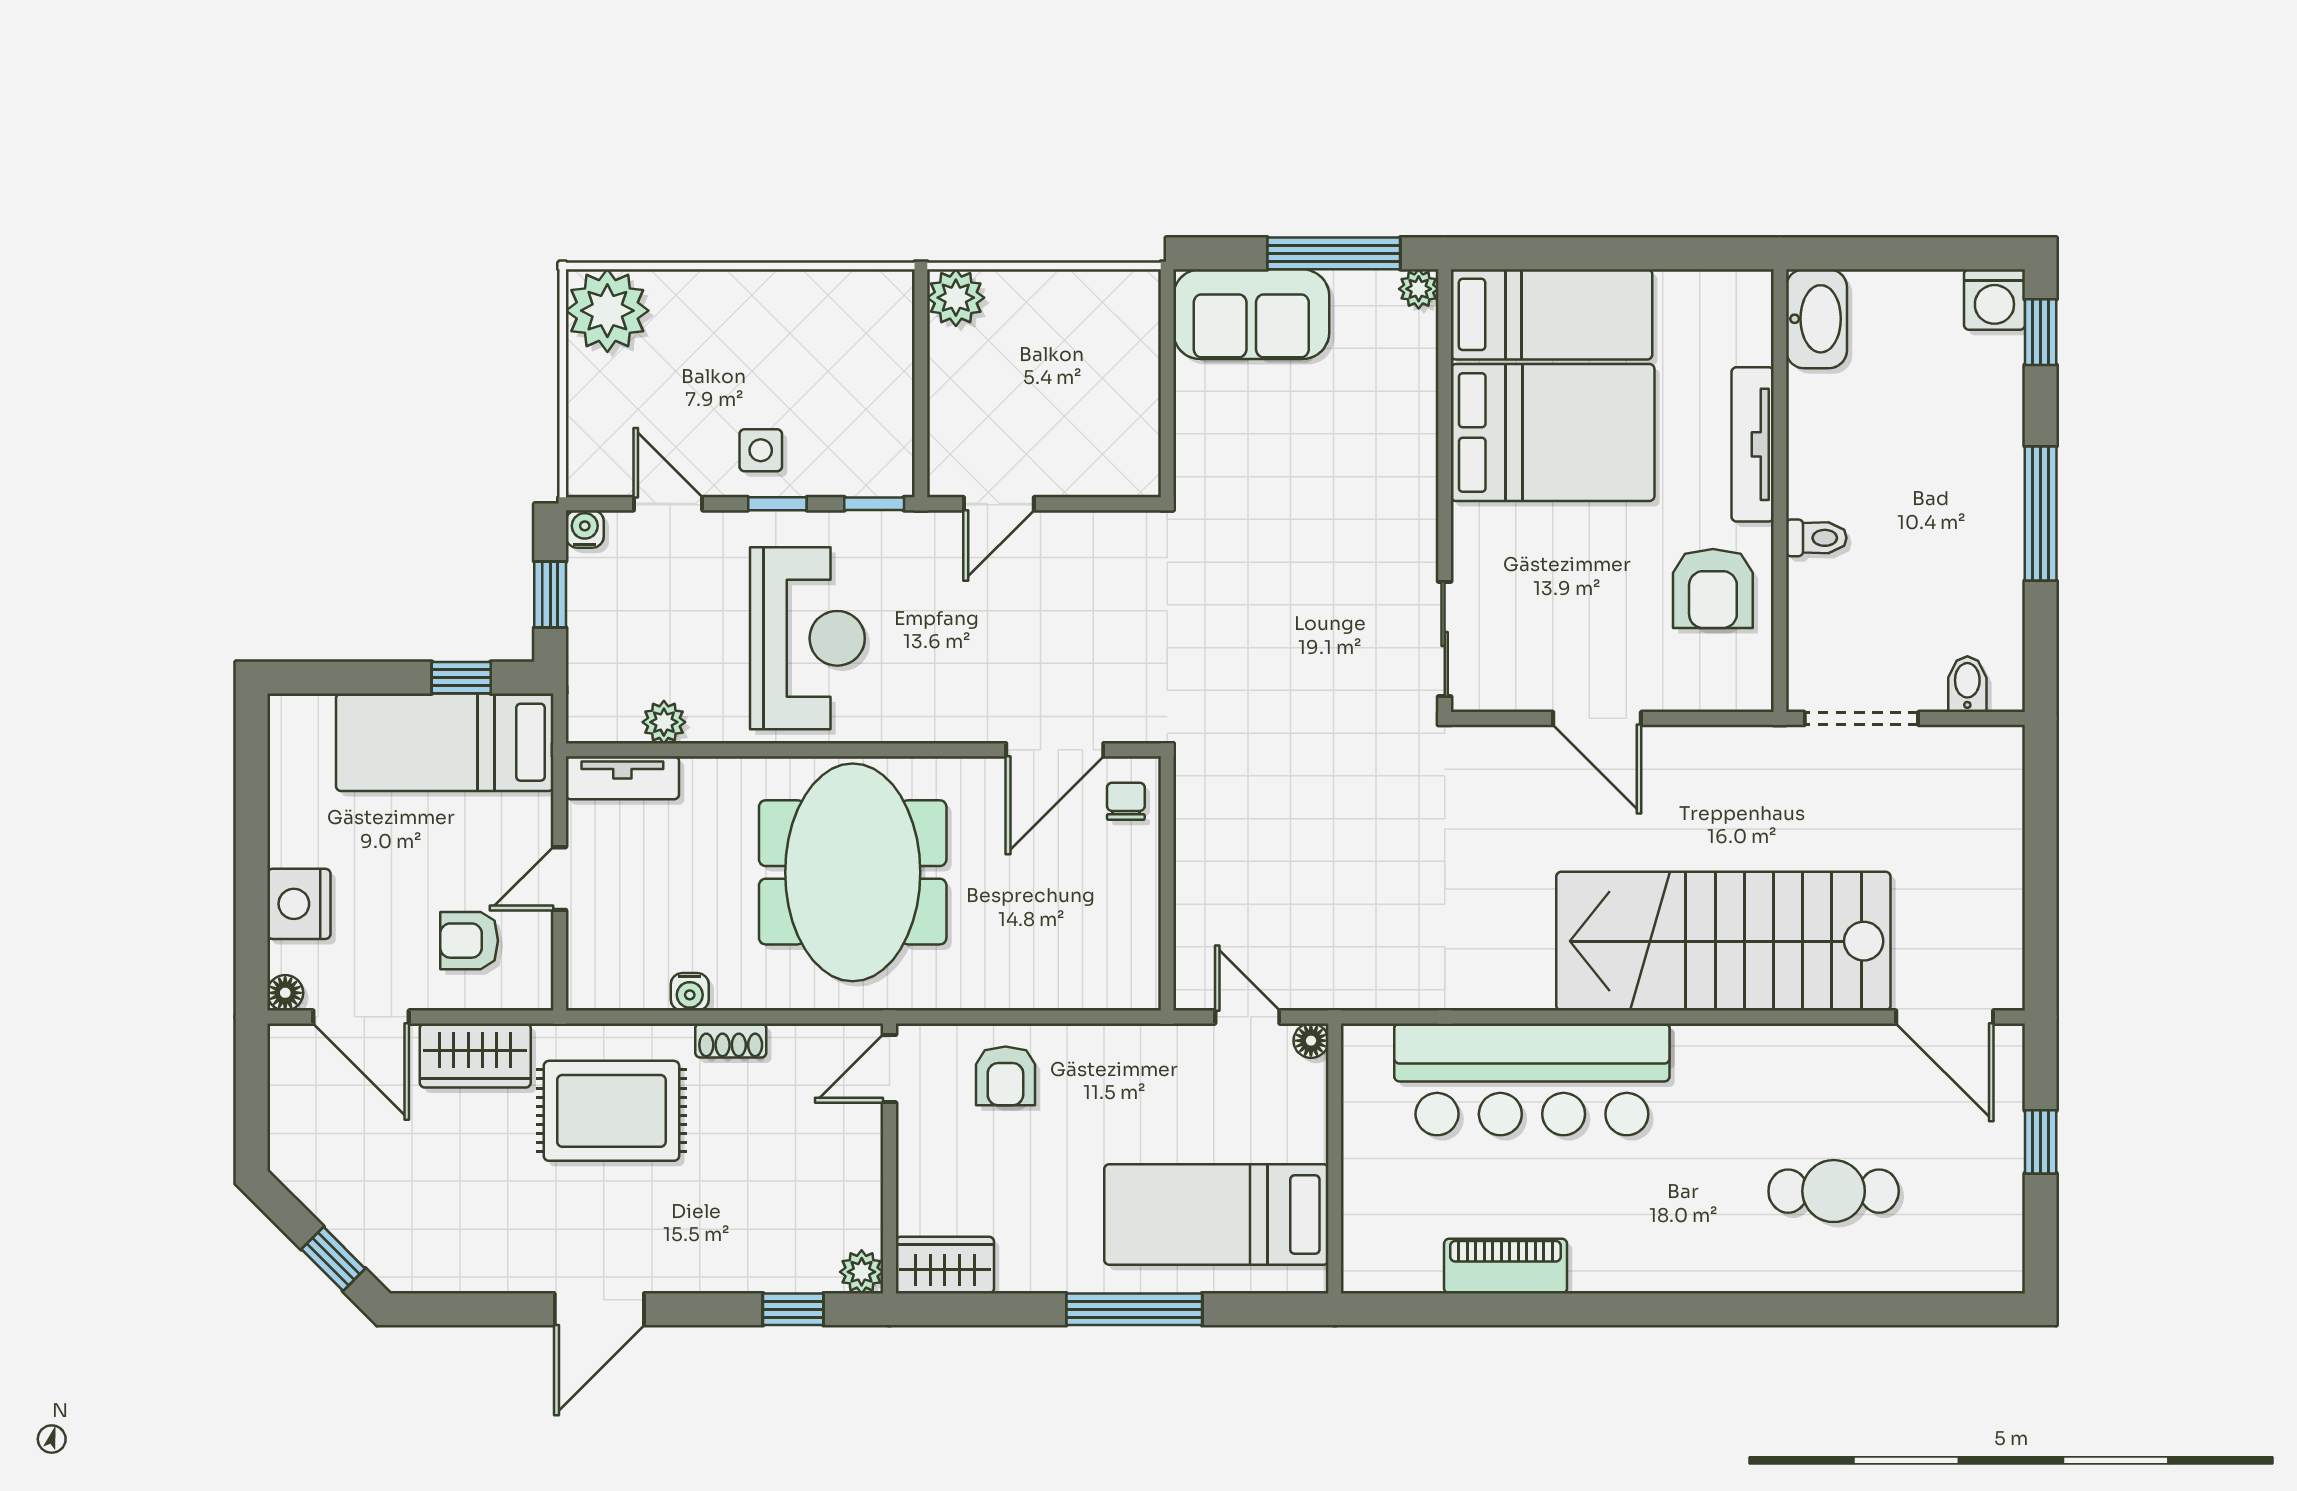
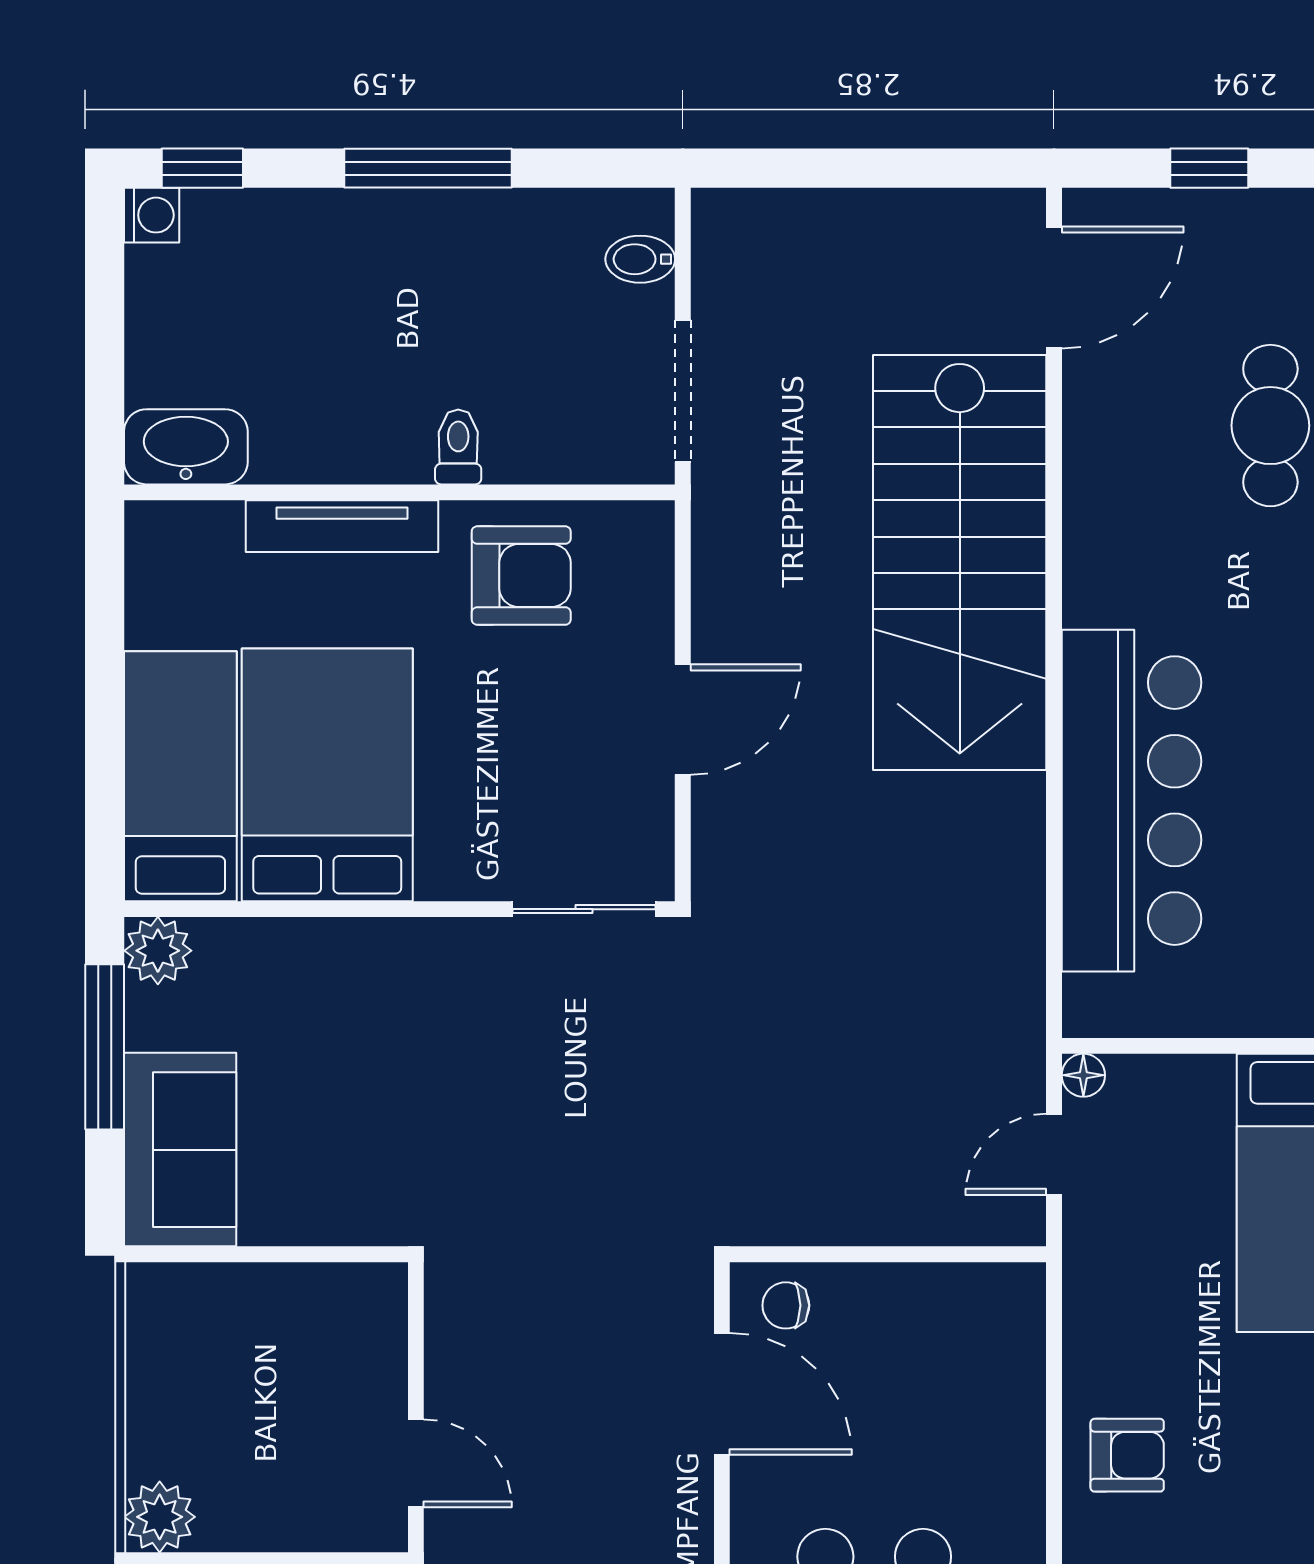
plant: (1419, 289) -> (158, 951), width x1.38, depth x1.38
washing machine: (1994, 300) -> (152, 215), width x0.73, depth x0.73

